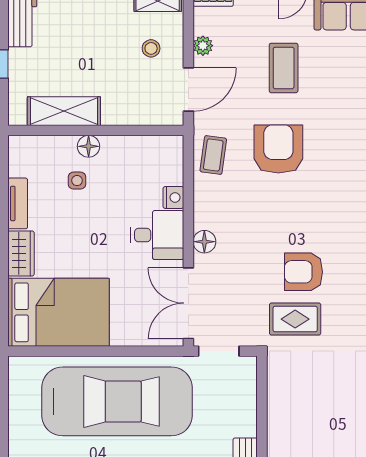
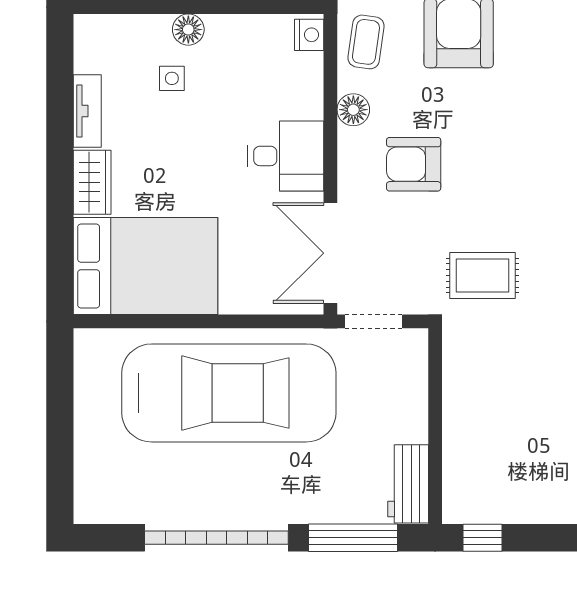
nightstand: (173, 197) -> (309, 35), moved
floor lamp: (204, 242) -> (353, 110), moved
armchair: (304, 272) -> (414, 164), moved

